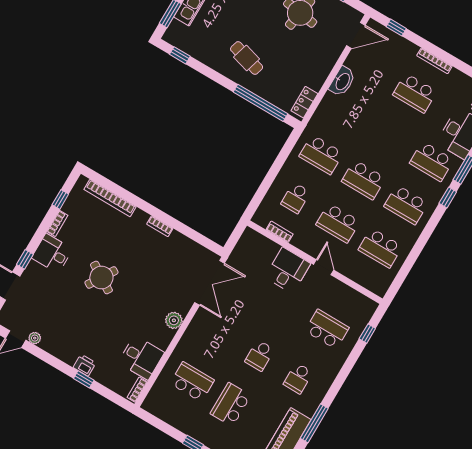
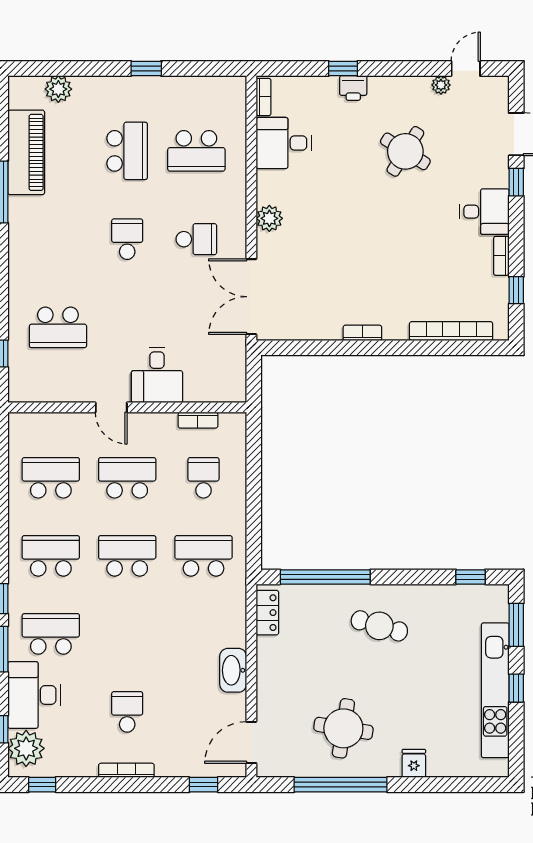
school desk: (415, 93) -> (127, 712), width x0.54
round table: (101, 278) -> (405, 151), moved
school desk: (298, 378) -> (196, 239), moved, turned 90

